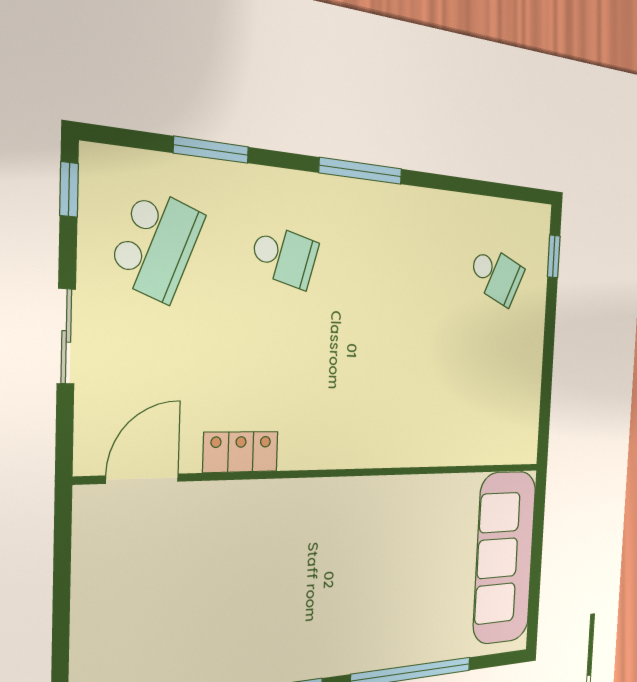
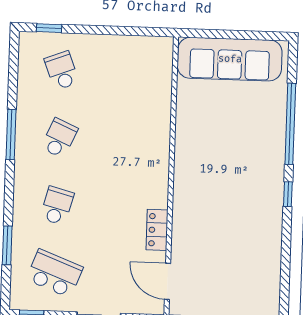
window: (361, 171) -> (11, 135), moved
school desk: (397, 266) -> (59, 138), added
school desk: (496, 275) -> (62, 71), turned -45

